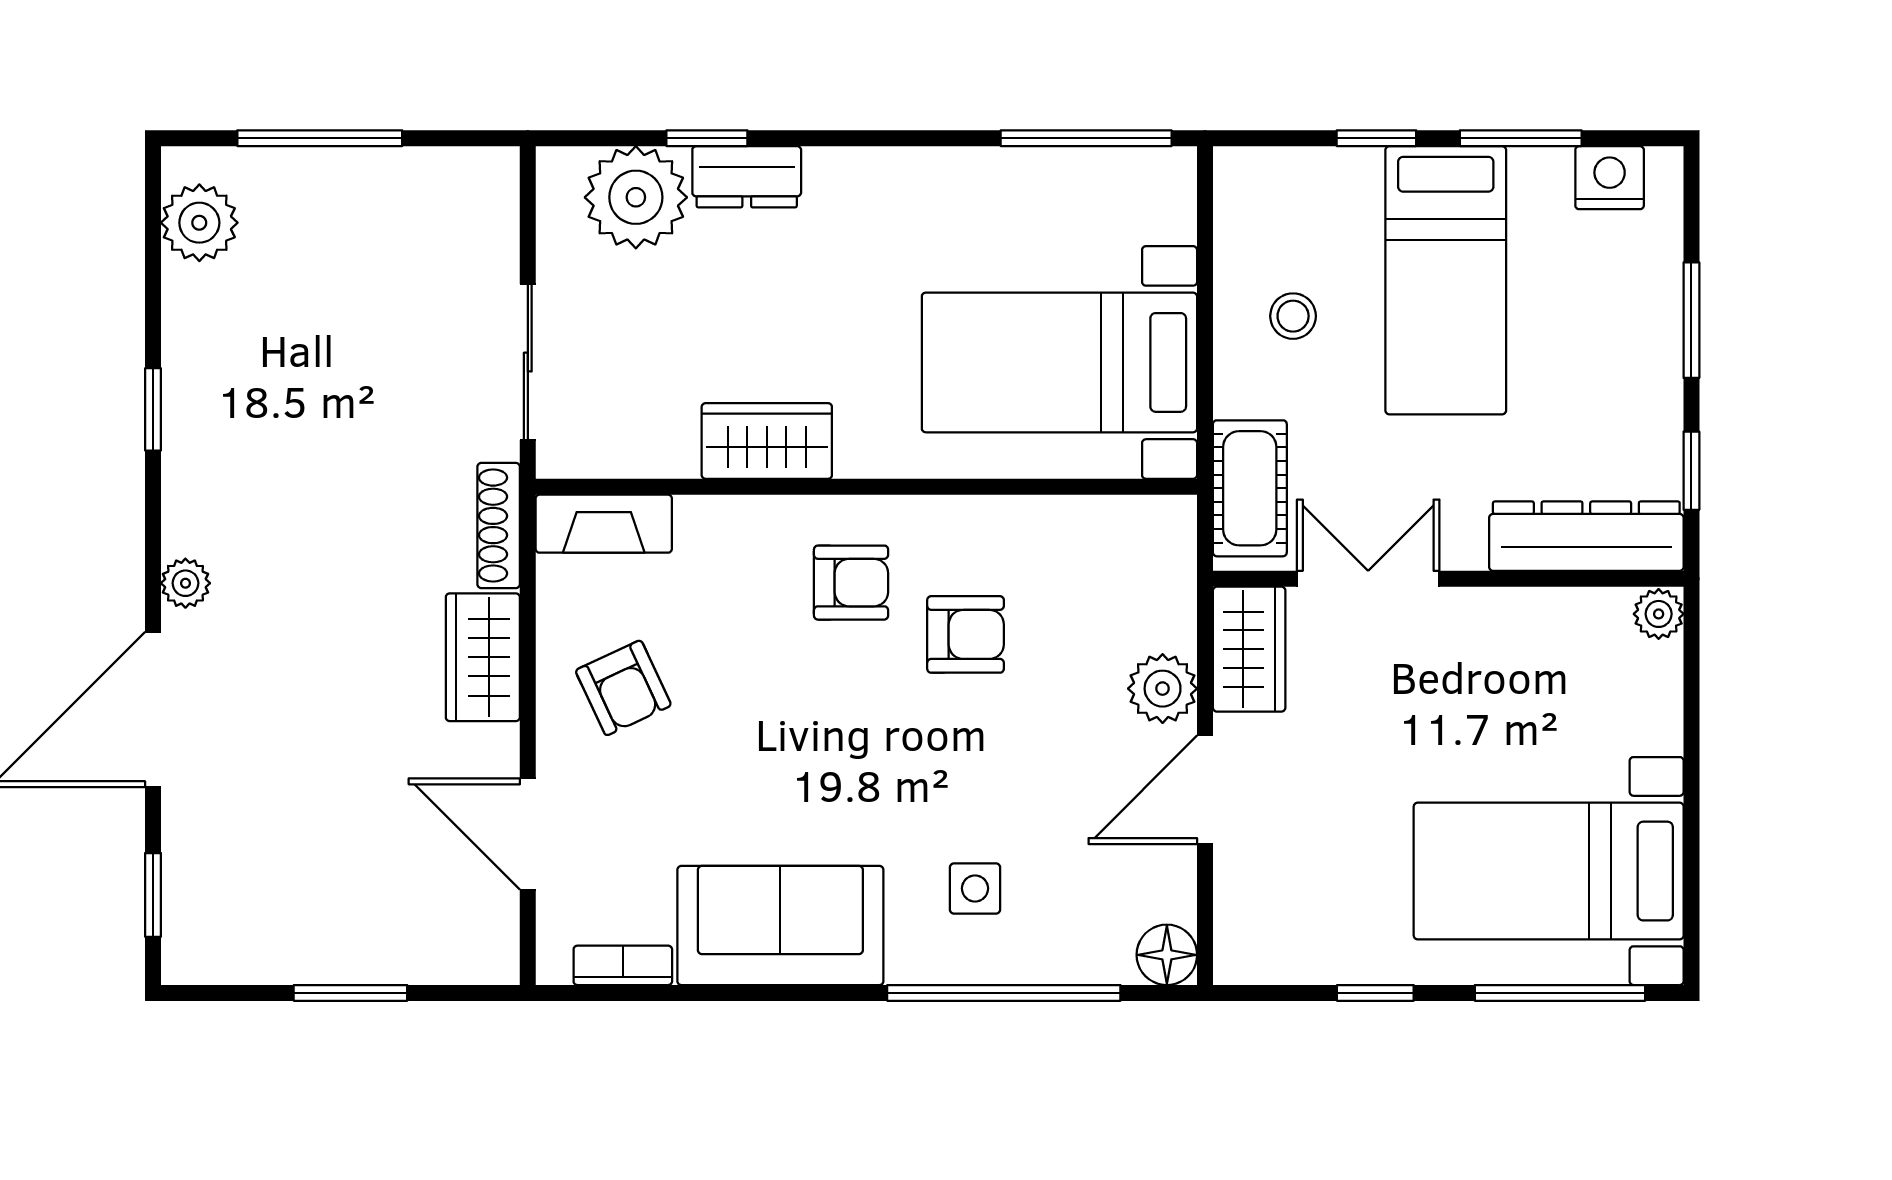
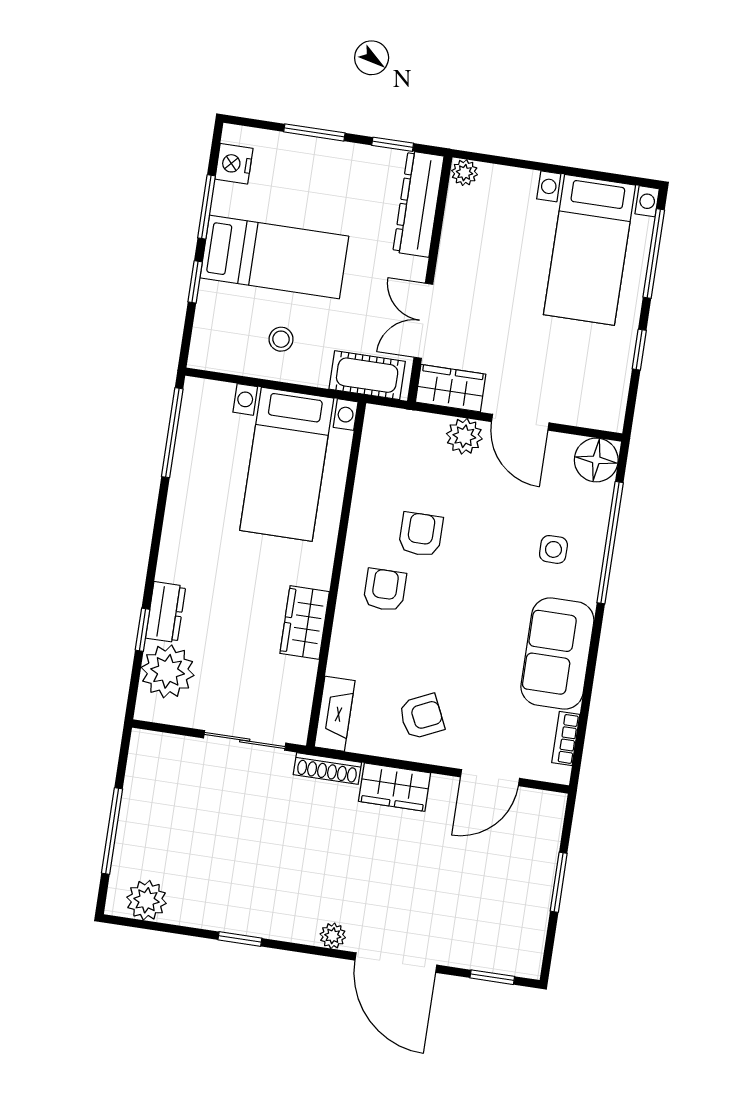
floor lamp: (1167, 955) -> (596, 460), width x1.38, depth x1.38

